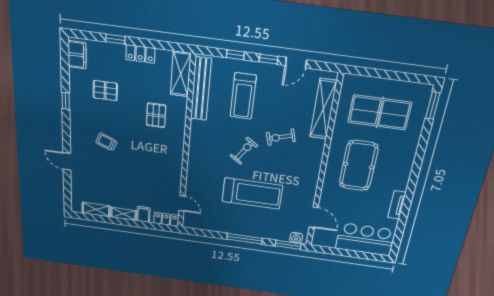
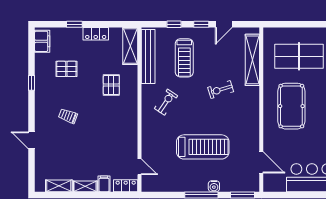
exercise bike: (244, 151) -> (166, 102), moved
water cooler: (296, 238) -> (214, 186), moved

